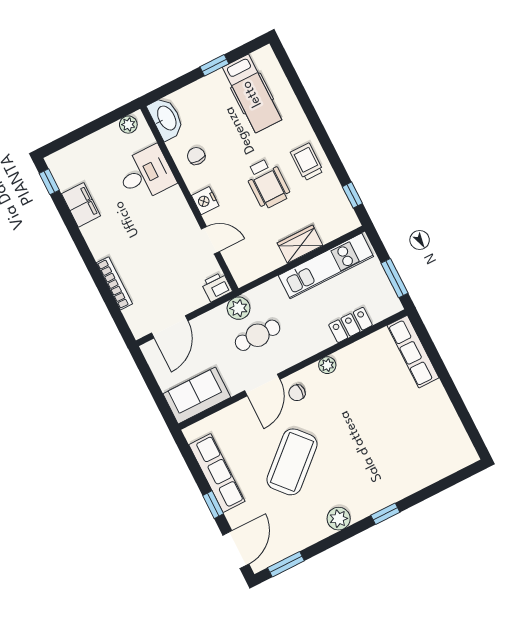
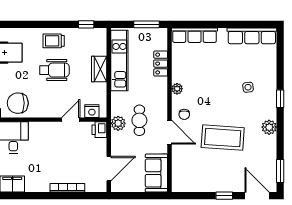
chair: (196, 156) -> (18, 103), width x1.87, depth x1.87
nightstand: (205, 201) -> (92, 111), moved
door: (170, 327) -> (109, 169), hinge flipped
coffee table: (292, 462) -> (223, 138), turned -44
side table: (379, 462) -> (248, 87), added
row of seats: (217, 473) -> (252, 36), moved, turned 180

